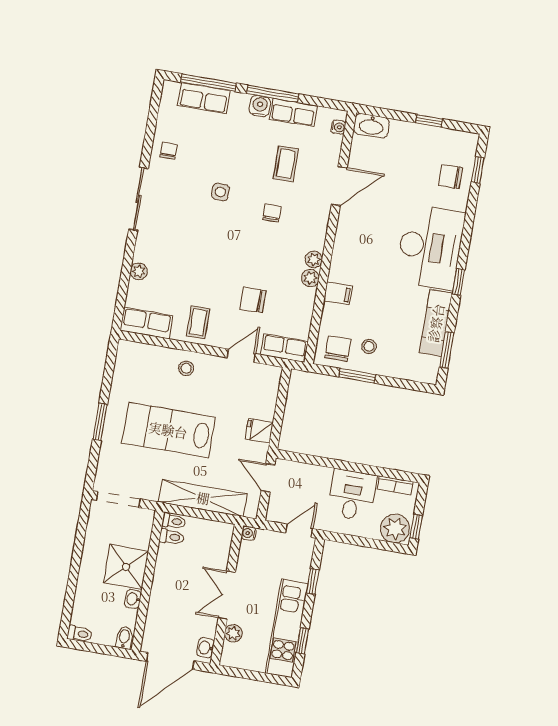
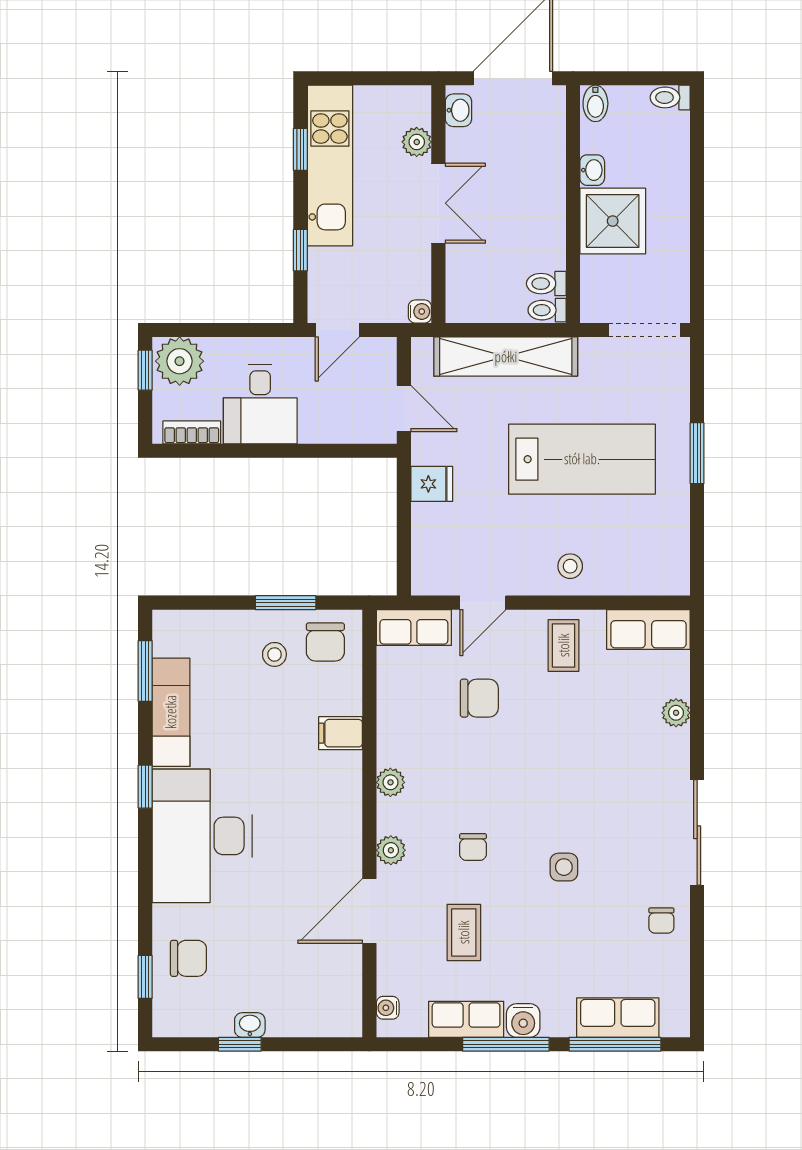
washbasin: (371, 126) -> (250, 1025), moved, width x0.52, depth x0.69
plant: (310, 278) -> (391, 850), moved

